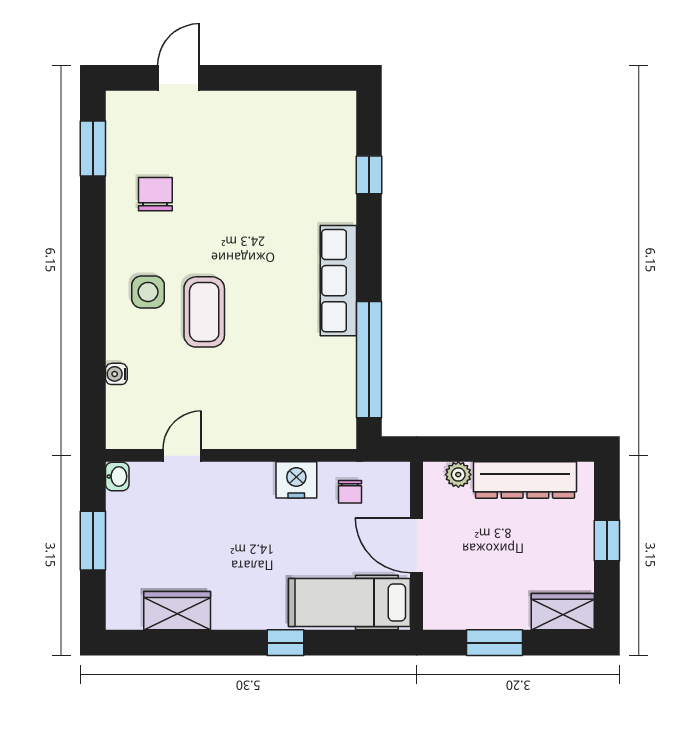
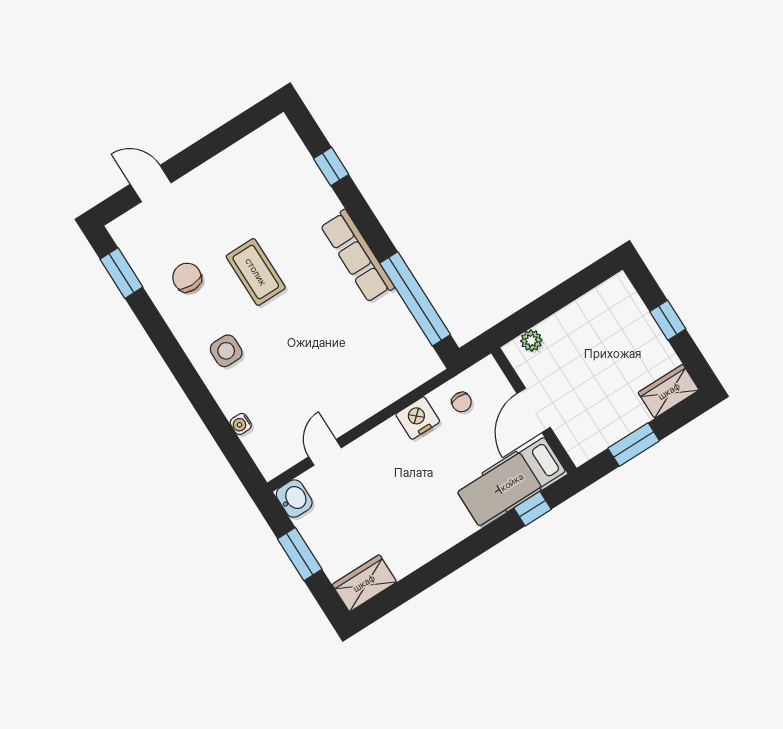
door: (179, 78) -> (151, 184), hinge flipped
coffee table: (204, 312) -> (256, 272), moved
washbasin: (117, 477) -> (294, 499), width x1.38, depth x1.45
dresser: (525, 480) -> (582, 314), removed
door: (417, 545) -> (534, 410), hinge flipped
wardrobe: (177, 611) -> (364, 583), moved
window: (285, 643) -> (533, 509), moved

